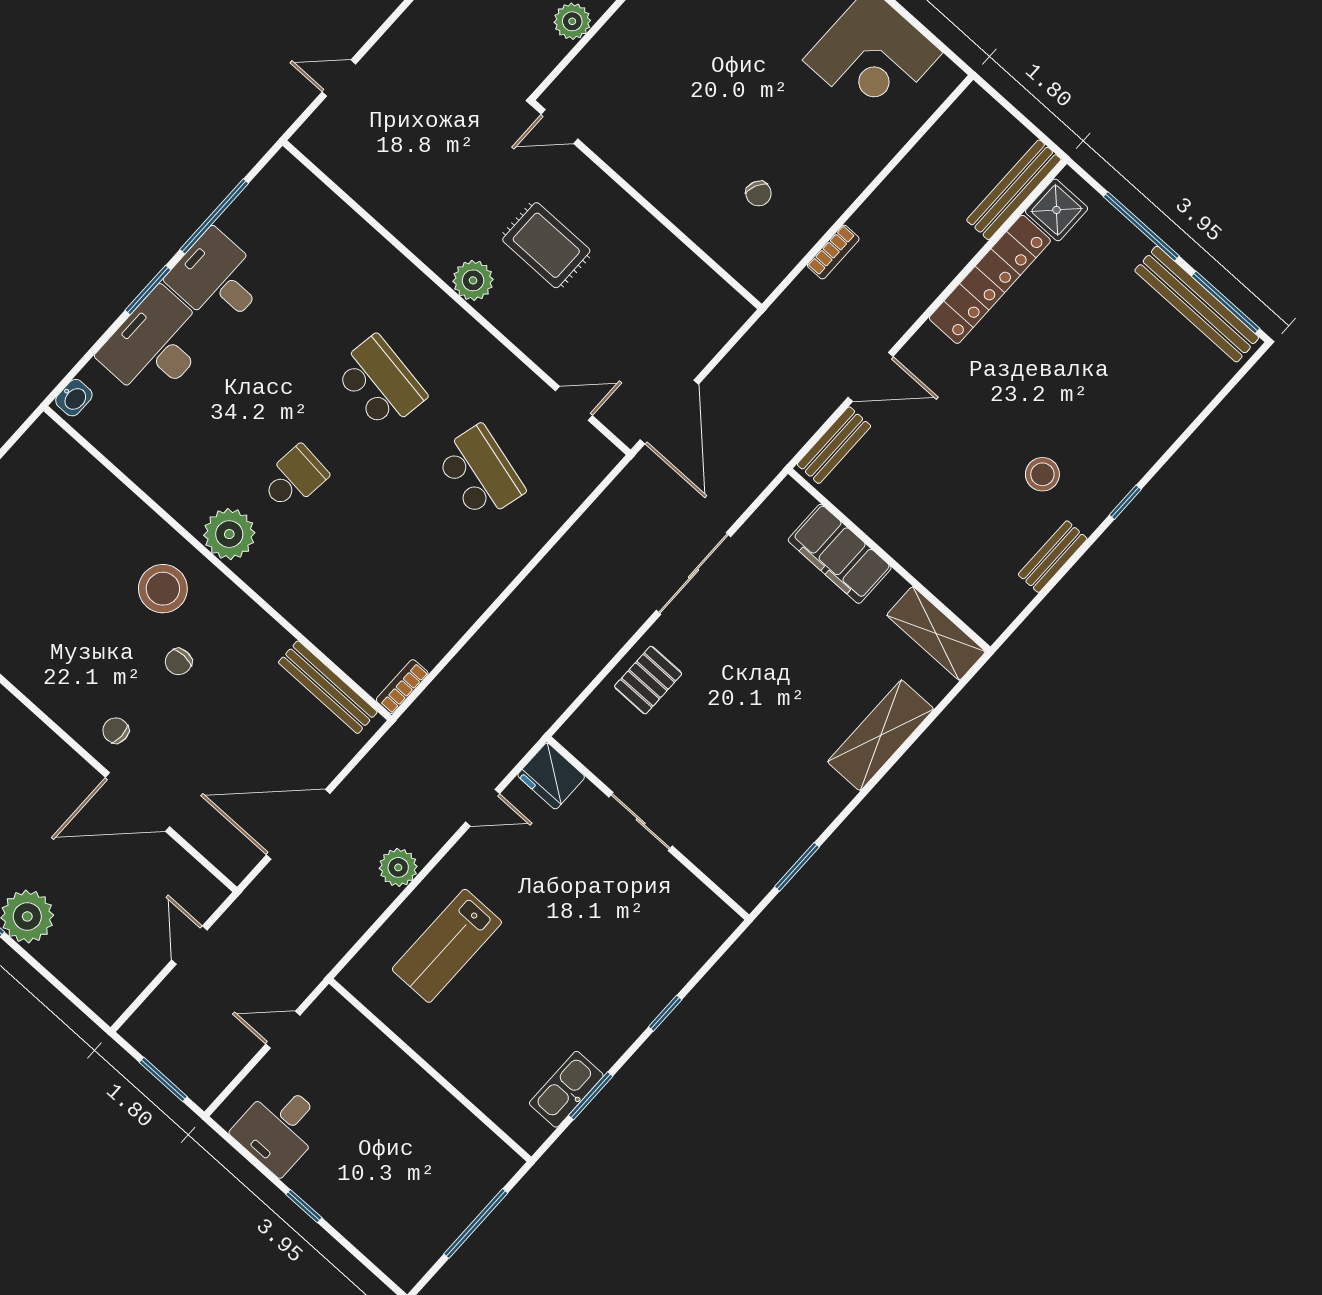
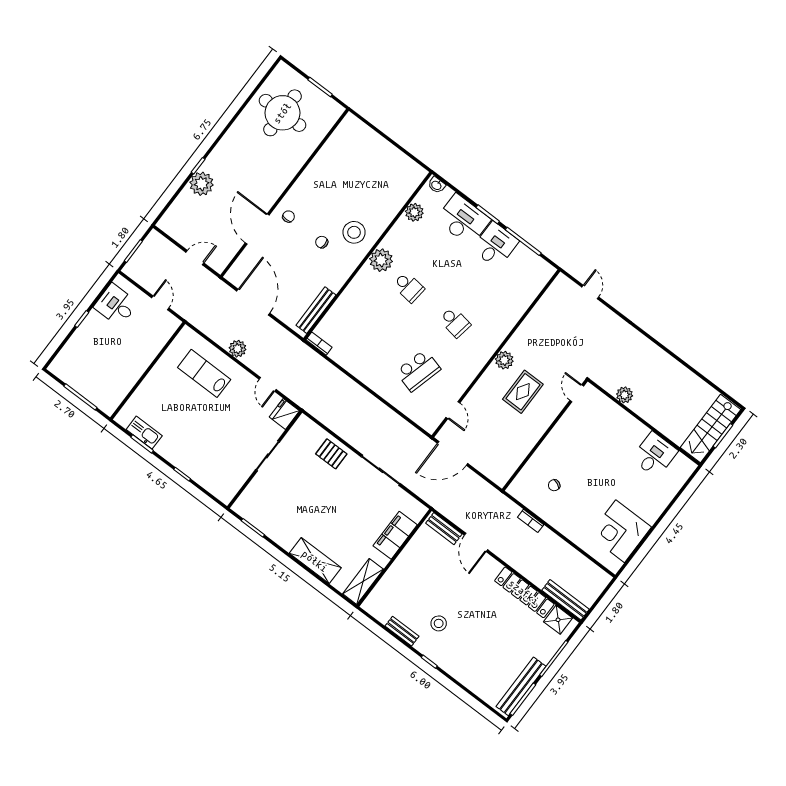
school desk: (380, 383) -> (455, 322), width x0.54
plant: (130, 452) -> (414, 212), added

